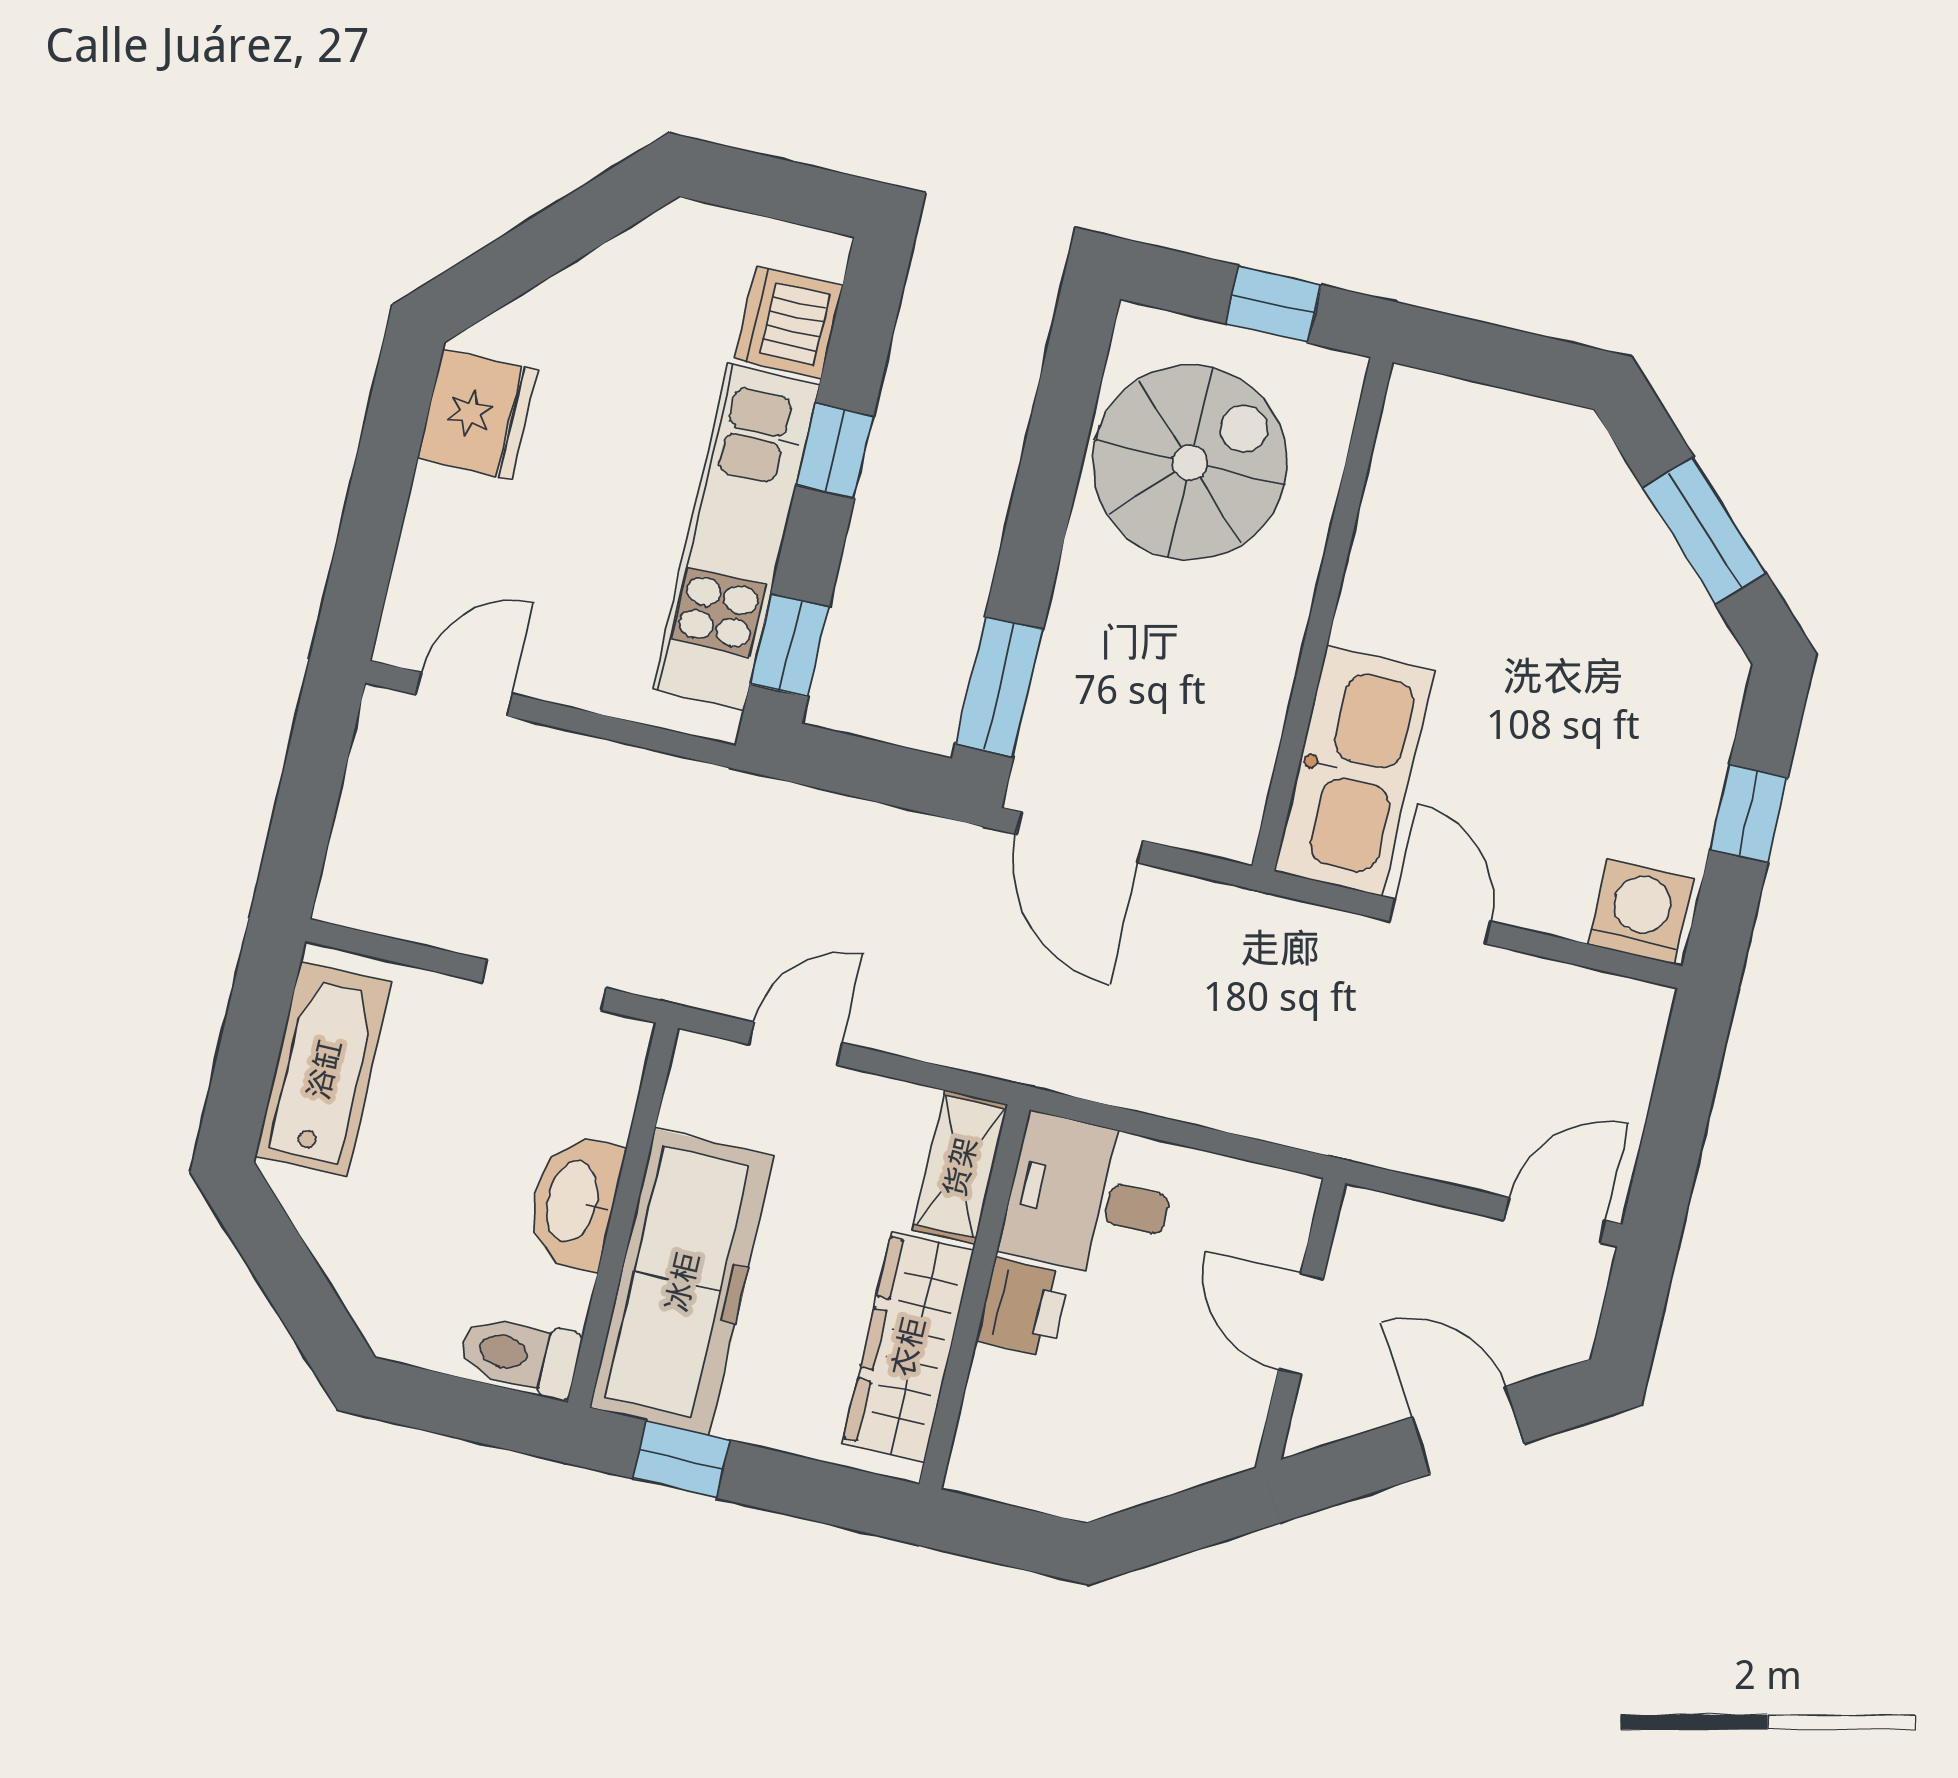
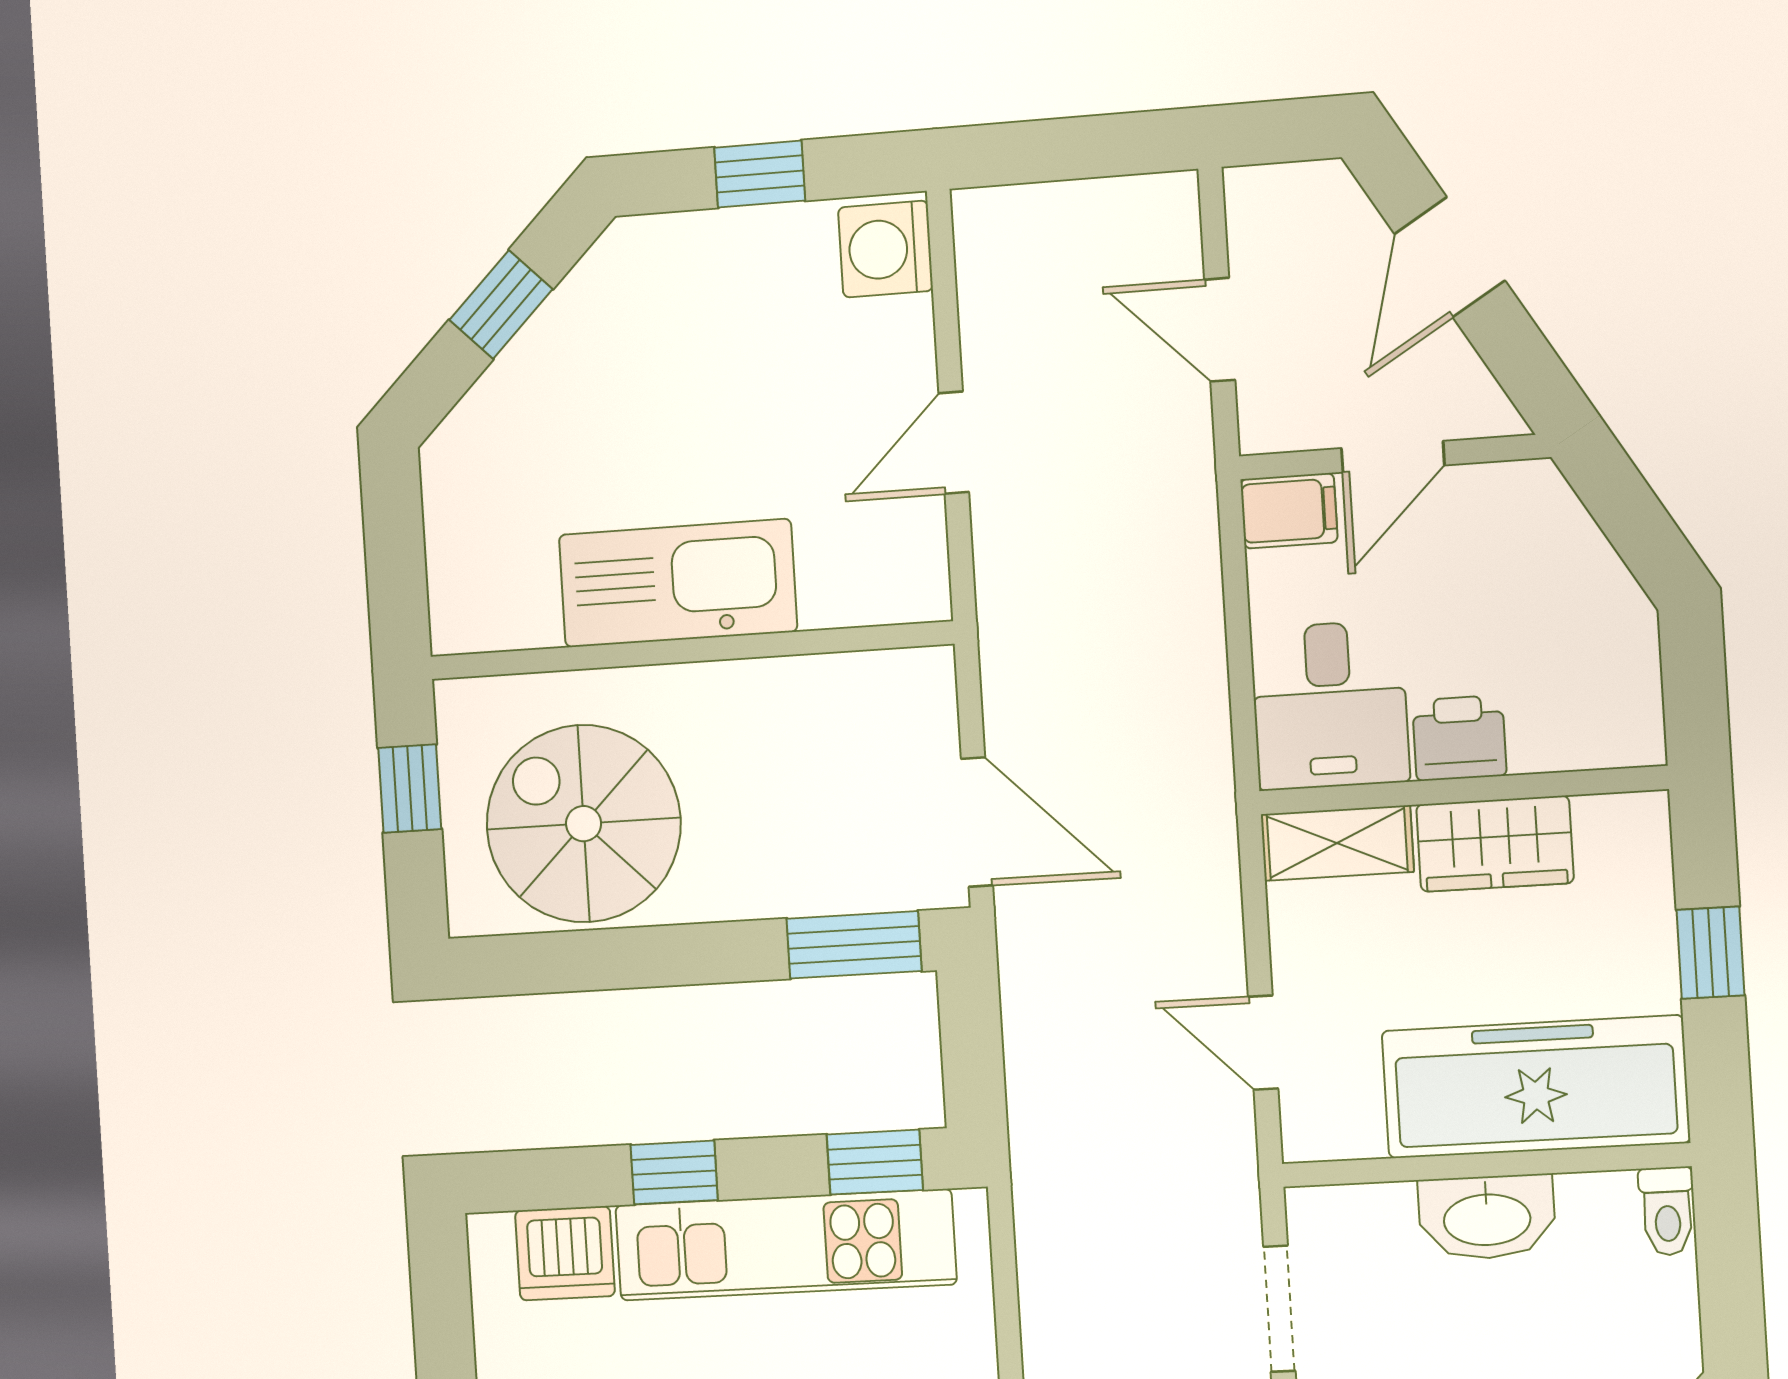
window: (1704, 530) -> (501, 305), width x0.67
kitchen sink: (1354, 771) -> (678, 583), moved
door: (1080, 837) -> (977, 822), hinge flipped
filing cabinet: (1280, 1214) -> (1289, 511), added
door: (1555, 1220) -> (1220, 330), moved
wardrobe: (908, 1347) -> (1495, 844), width x0.67
toilet: (519, 1355) -> (1667, 1211), width x0.73, depth x0.72
window: (681, 1459) -> (1710, 953), moved

